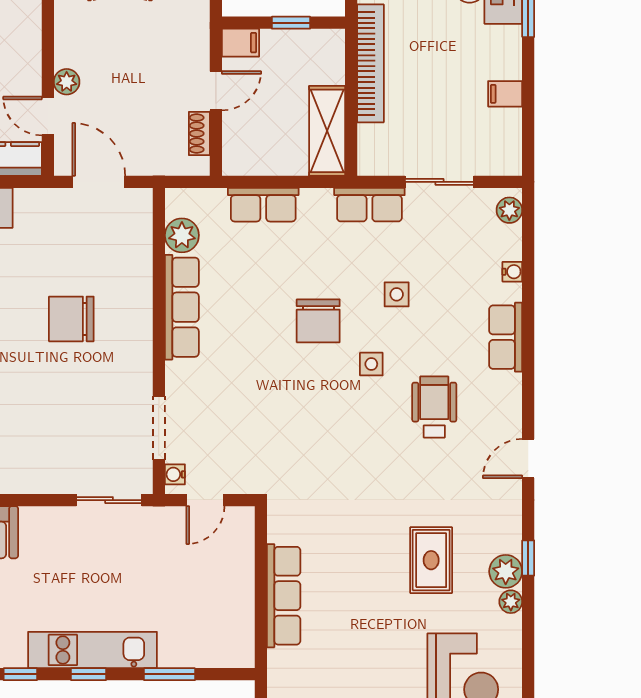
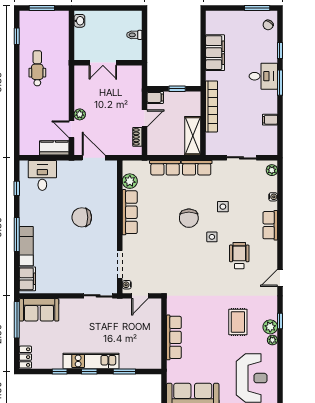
row of seats: (369, 205) -> (197, 168), moved

